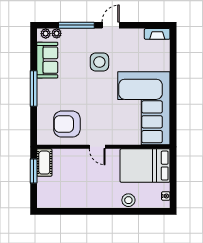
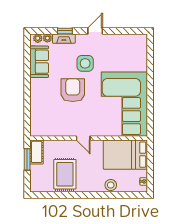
window: (76, 25) -> (65, 31), width x0.46
fireplace: (157, 34) -> (64, 39), moved
window: (34, 88) -> (27, 87), removed
armchair: (67, 124) -> (73, 90), moved, turned 90
rug: (76, 188) -> (65, 174), added

